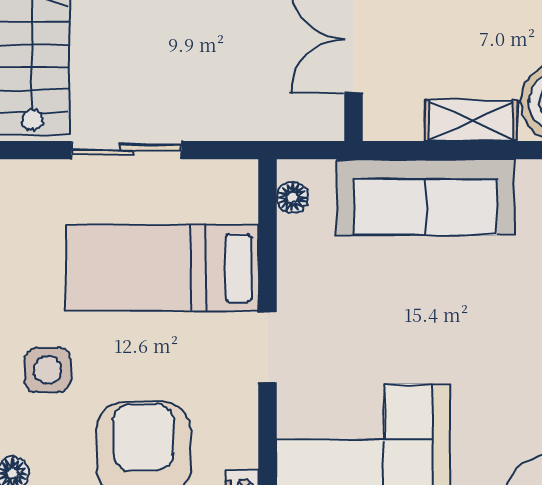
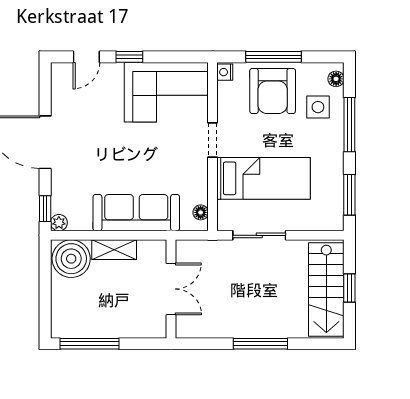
sliding door: (127, 150) -> (259, 235), moved
side table: (48, 370) -> (318, 107), moved

